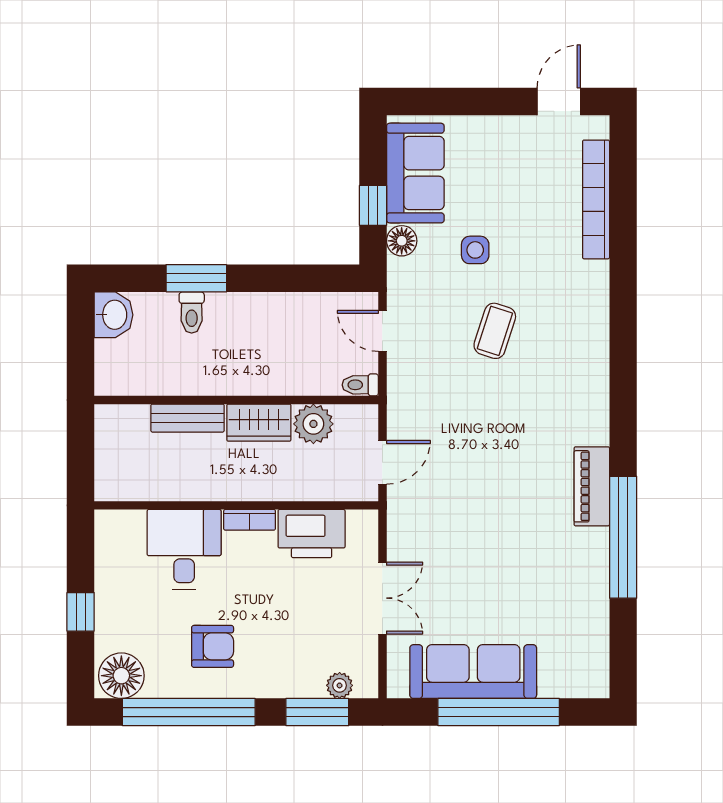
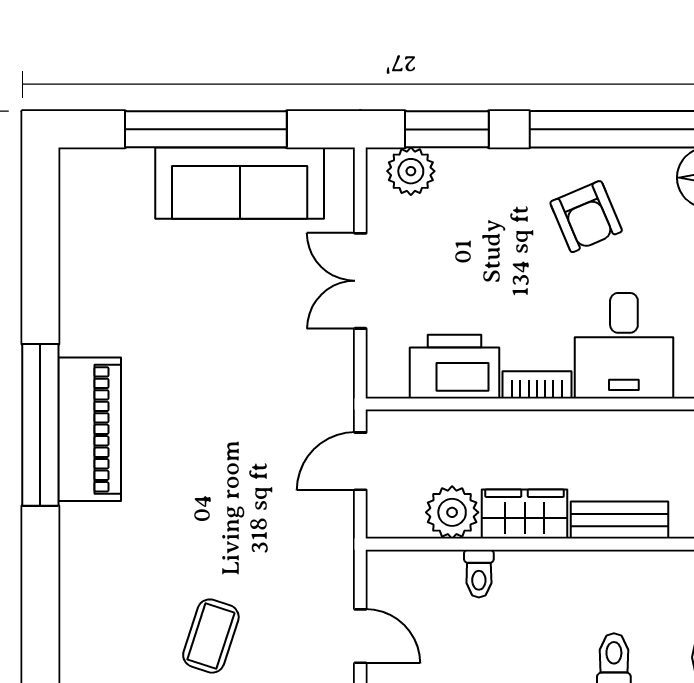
toilet: (360, 385) -> (479, 574), moved, turned 90
piano: (592, 486) -> (90, 429), width x1.37, depth x1.33
window: (623, 537) -> (40, 425), moved
armchair: (213, 646) -> (586, 217), turned -113
plant: (340, 685) -> (411, 171), width x1.38, depth x1.38

